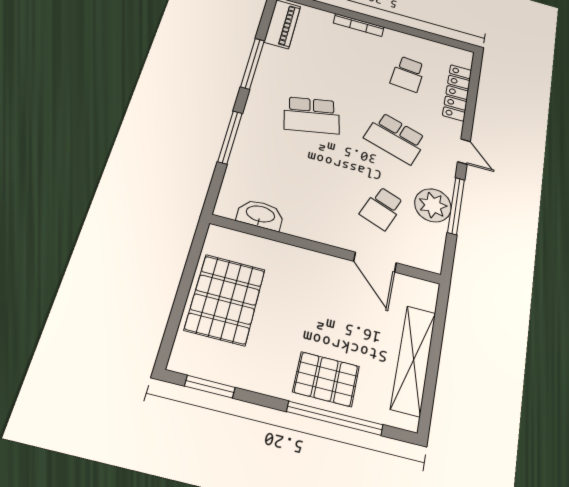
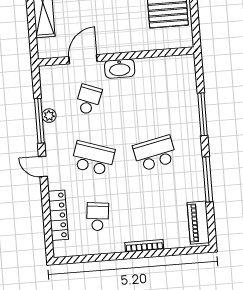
plant: (433, 205) -> (49, 116), width x0.53, depth x0.53
washbasin: (260, 215) -> (120, 69), moved
door: (375, 262) -> (83, 59), hinge flipped

